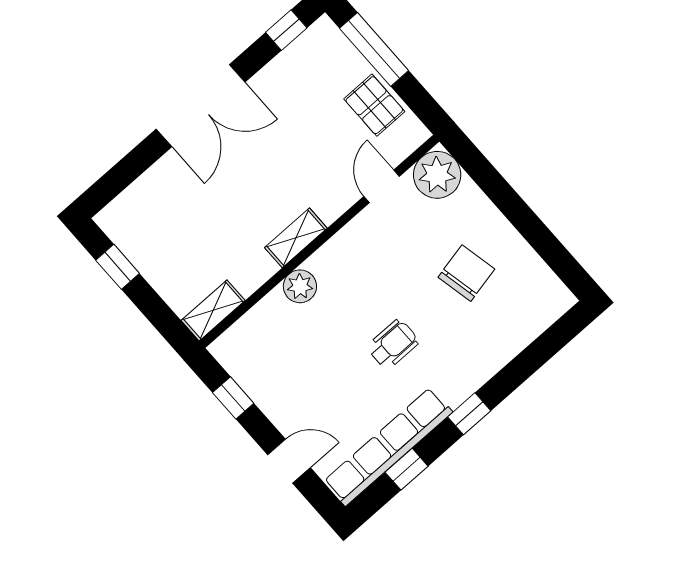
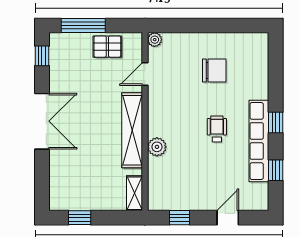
plant: (437, 175) -> (155, 40), width x0.53, depth x0.53
door: (382, 186) -> (145, 74), hinge flipped
shelving: (296, 238) -> (132, 130), width x2.20, depth x1.33
chair: (466, 273) -> (214, 70), turned 102
row of seats: (388, 447) -> (259, 141), moved

